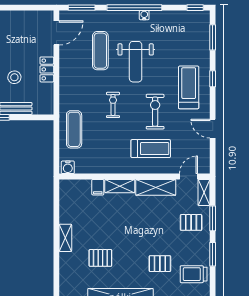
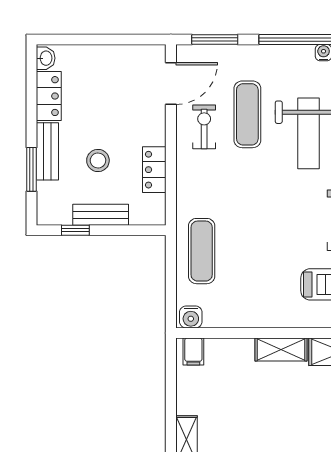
locker: (47, 69) -> (154, 170), moved
exercise bike: (113, 105) -> (204, 127), moved
filing cabinet: (98, 187) -> (193, 352), moved

